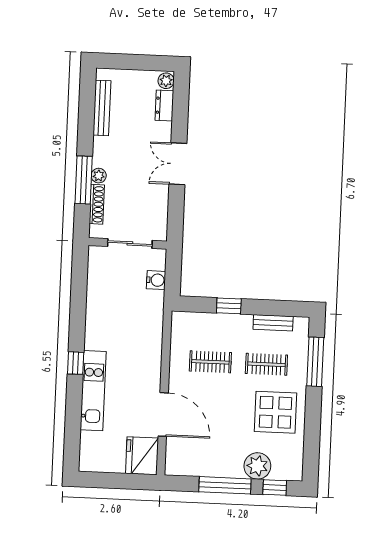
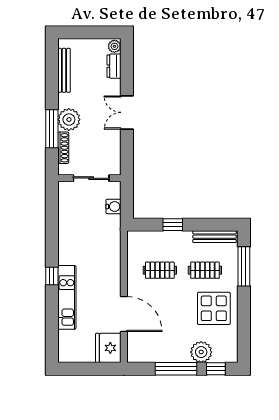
plant: (99, 176) -> (69, 120), width x1.88, depth x1.88
bench: (273, 323) -> (215, 237), width x1.36

